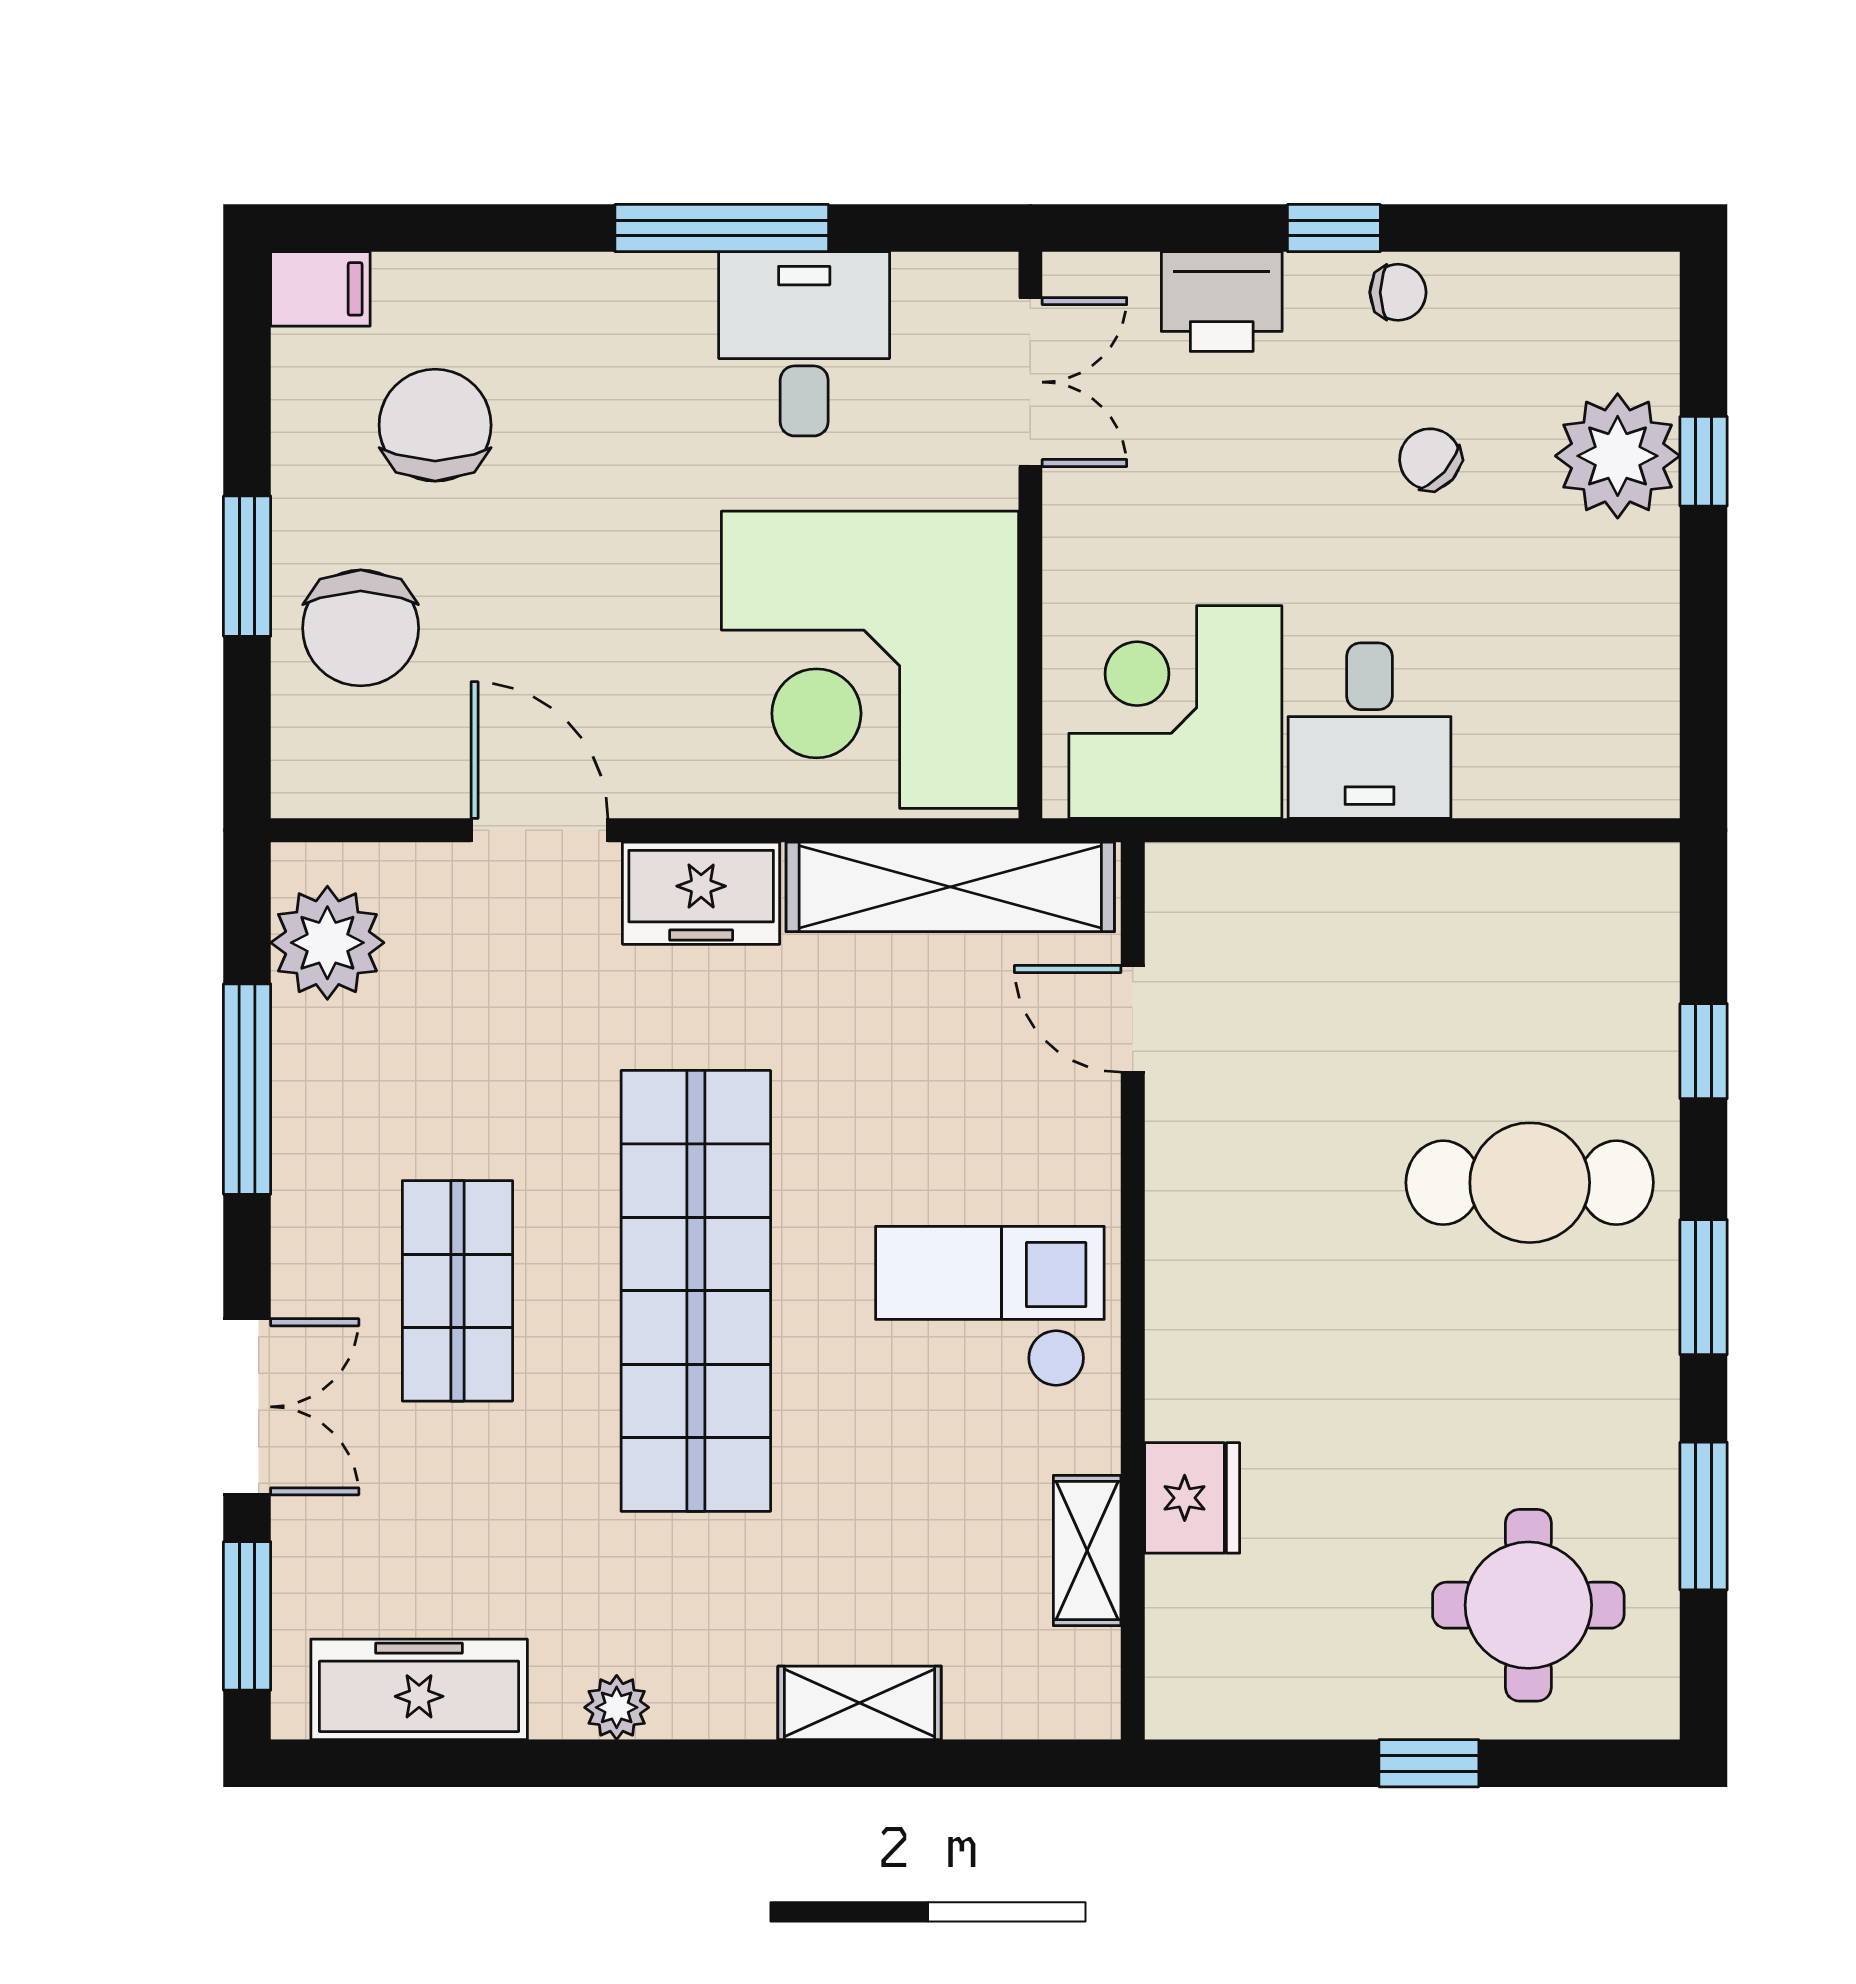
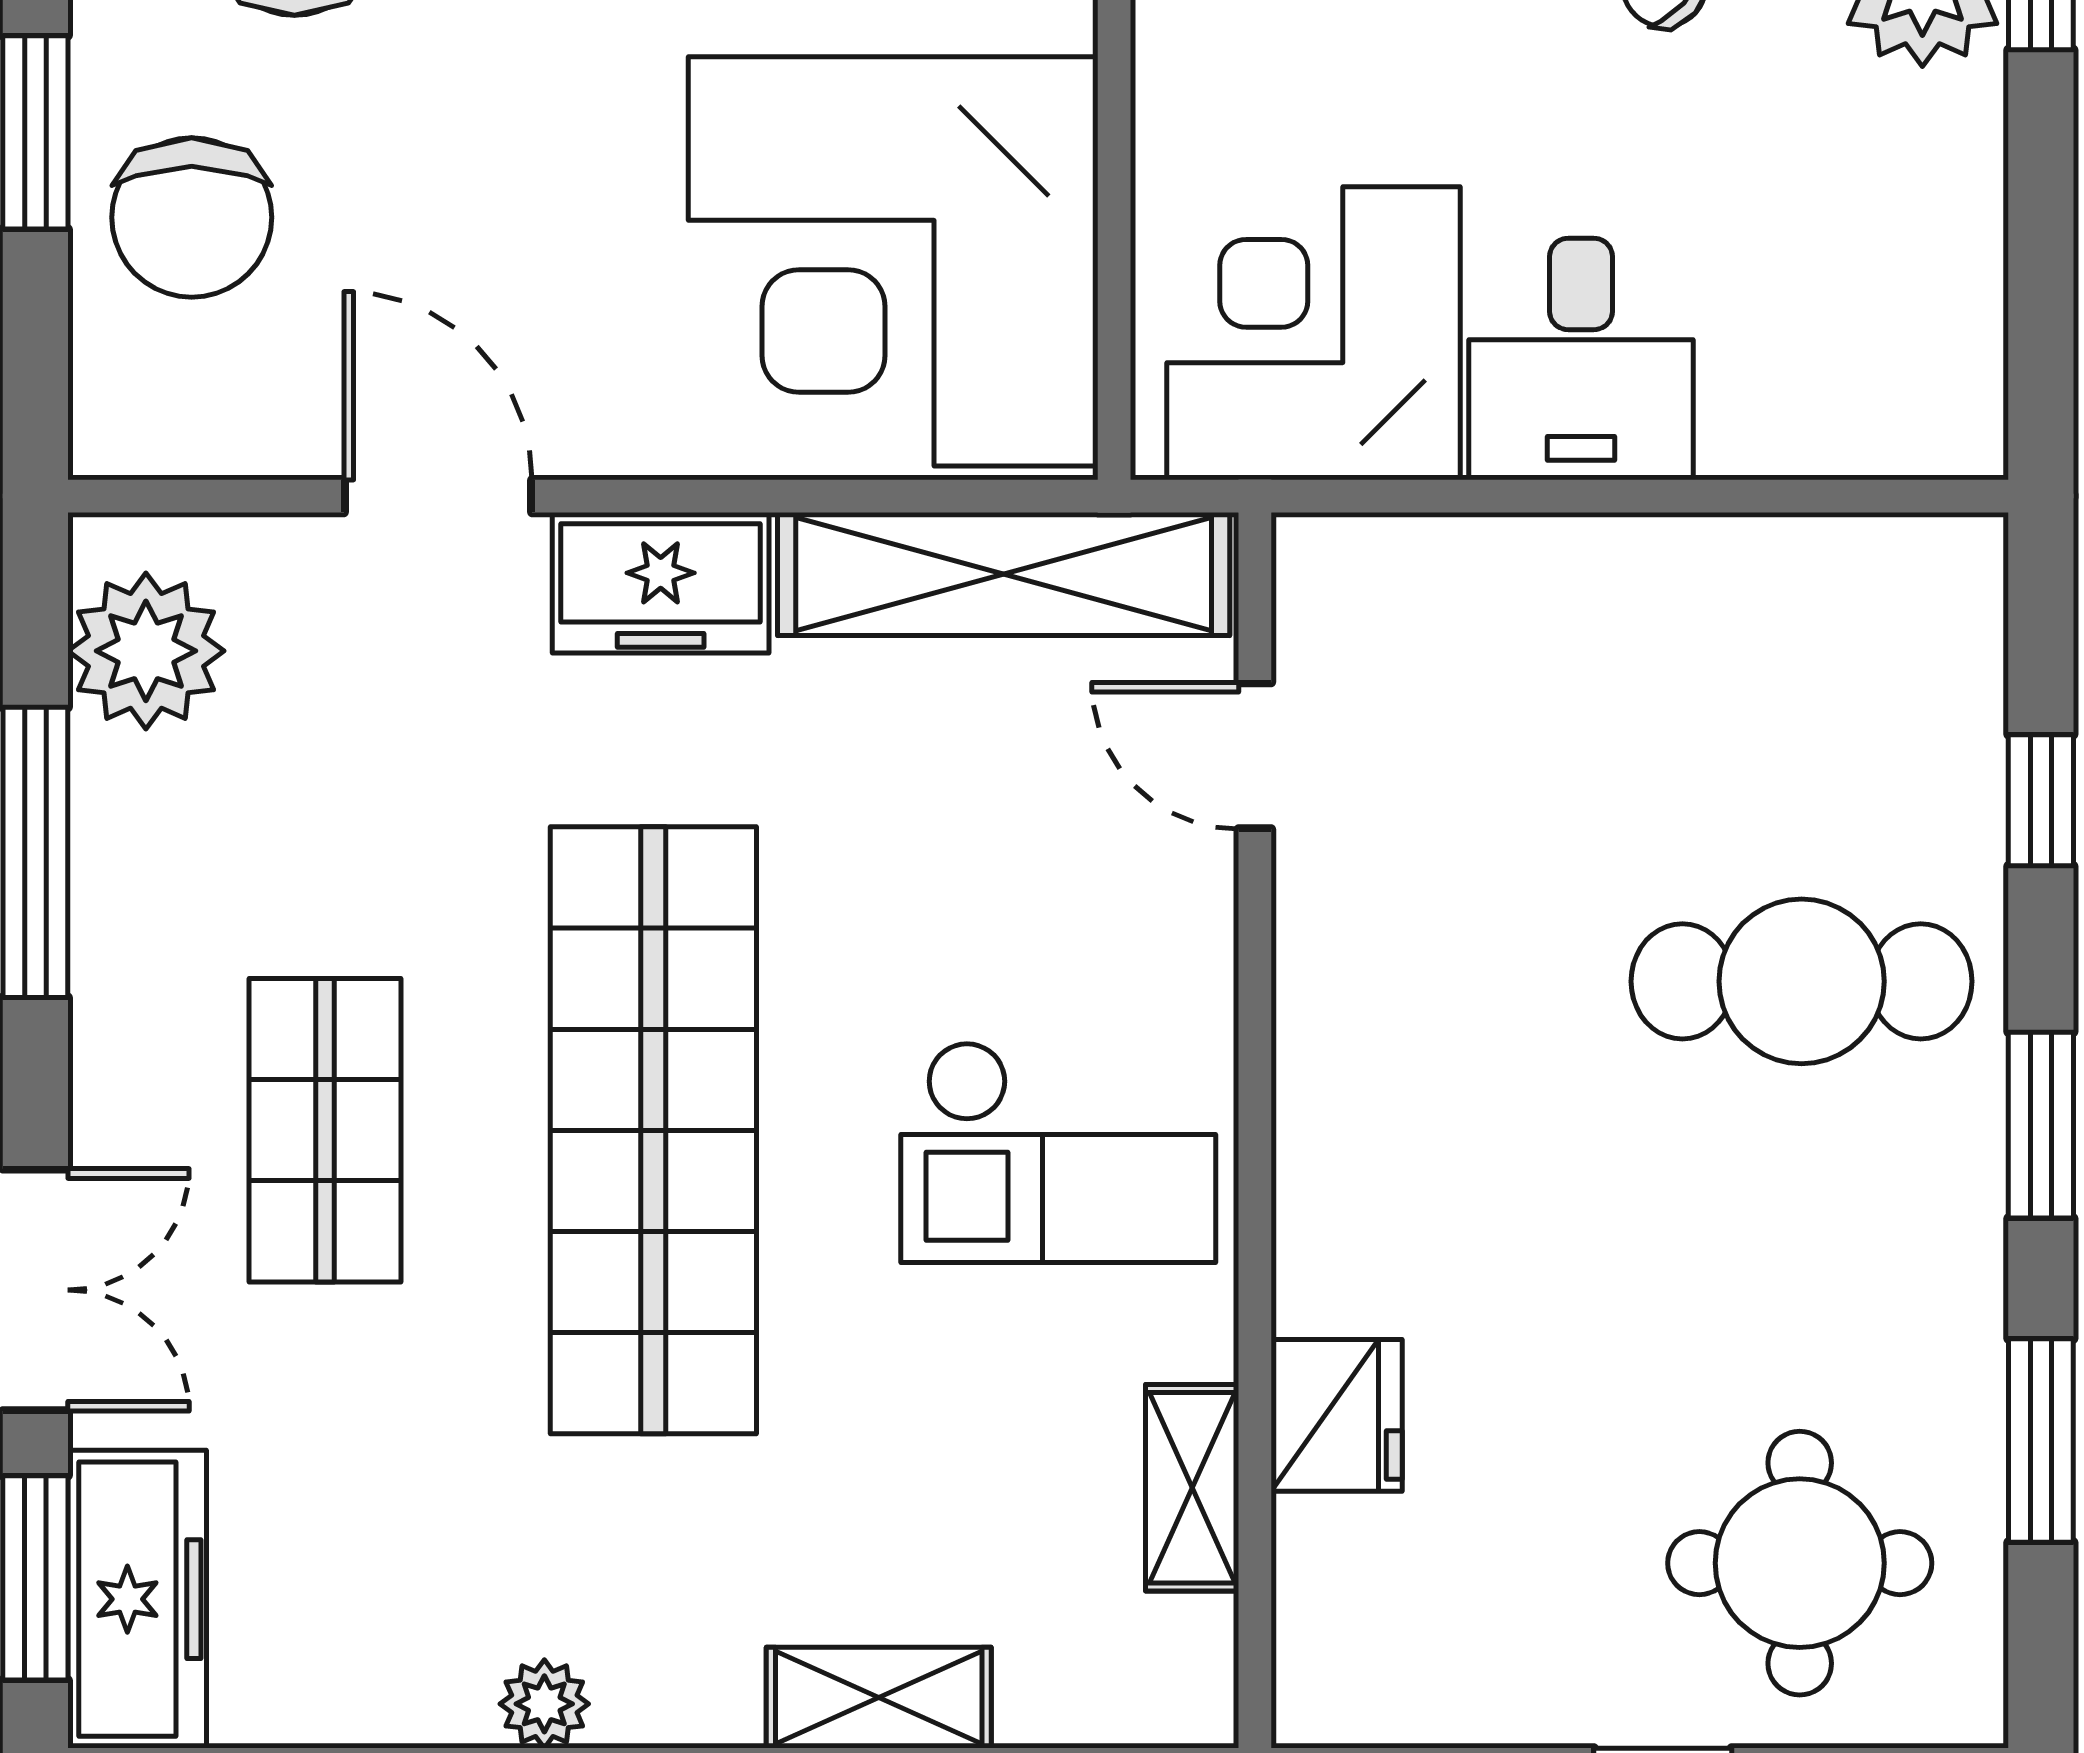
checkout: (990, 1307) -> (1058, 1152), turned 180
freezer: (419, 1689) -> (137, 1599), moved, turned 90

